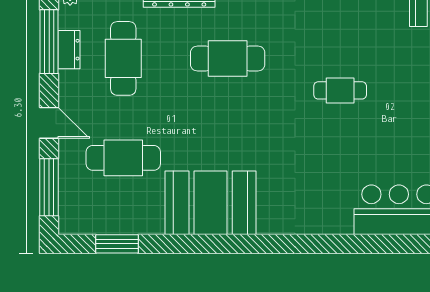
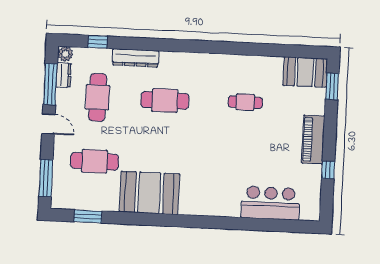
dresser: (69, 50) -> (64, 75), moved
cafe table: (340, 90) -> (245, 102), moved
door: (49, 123) -> (48, 124), moved

